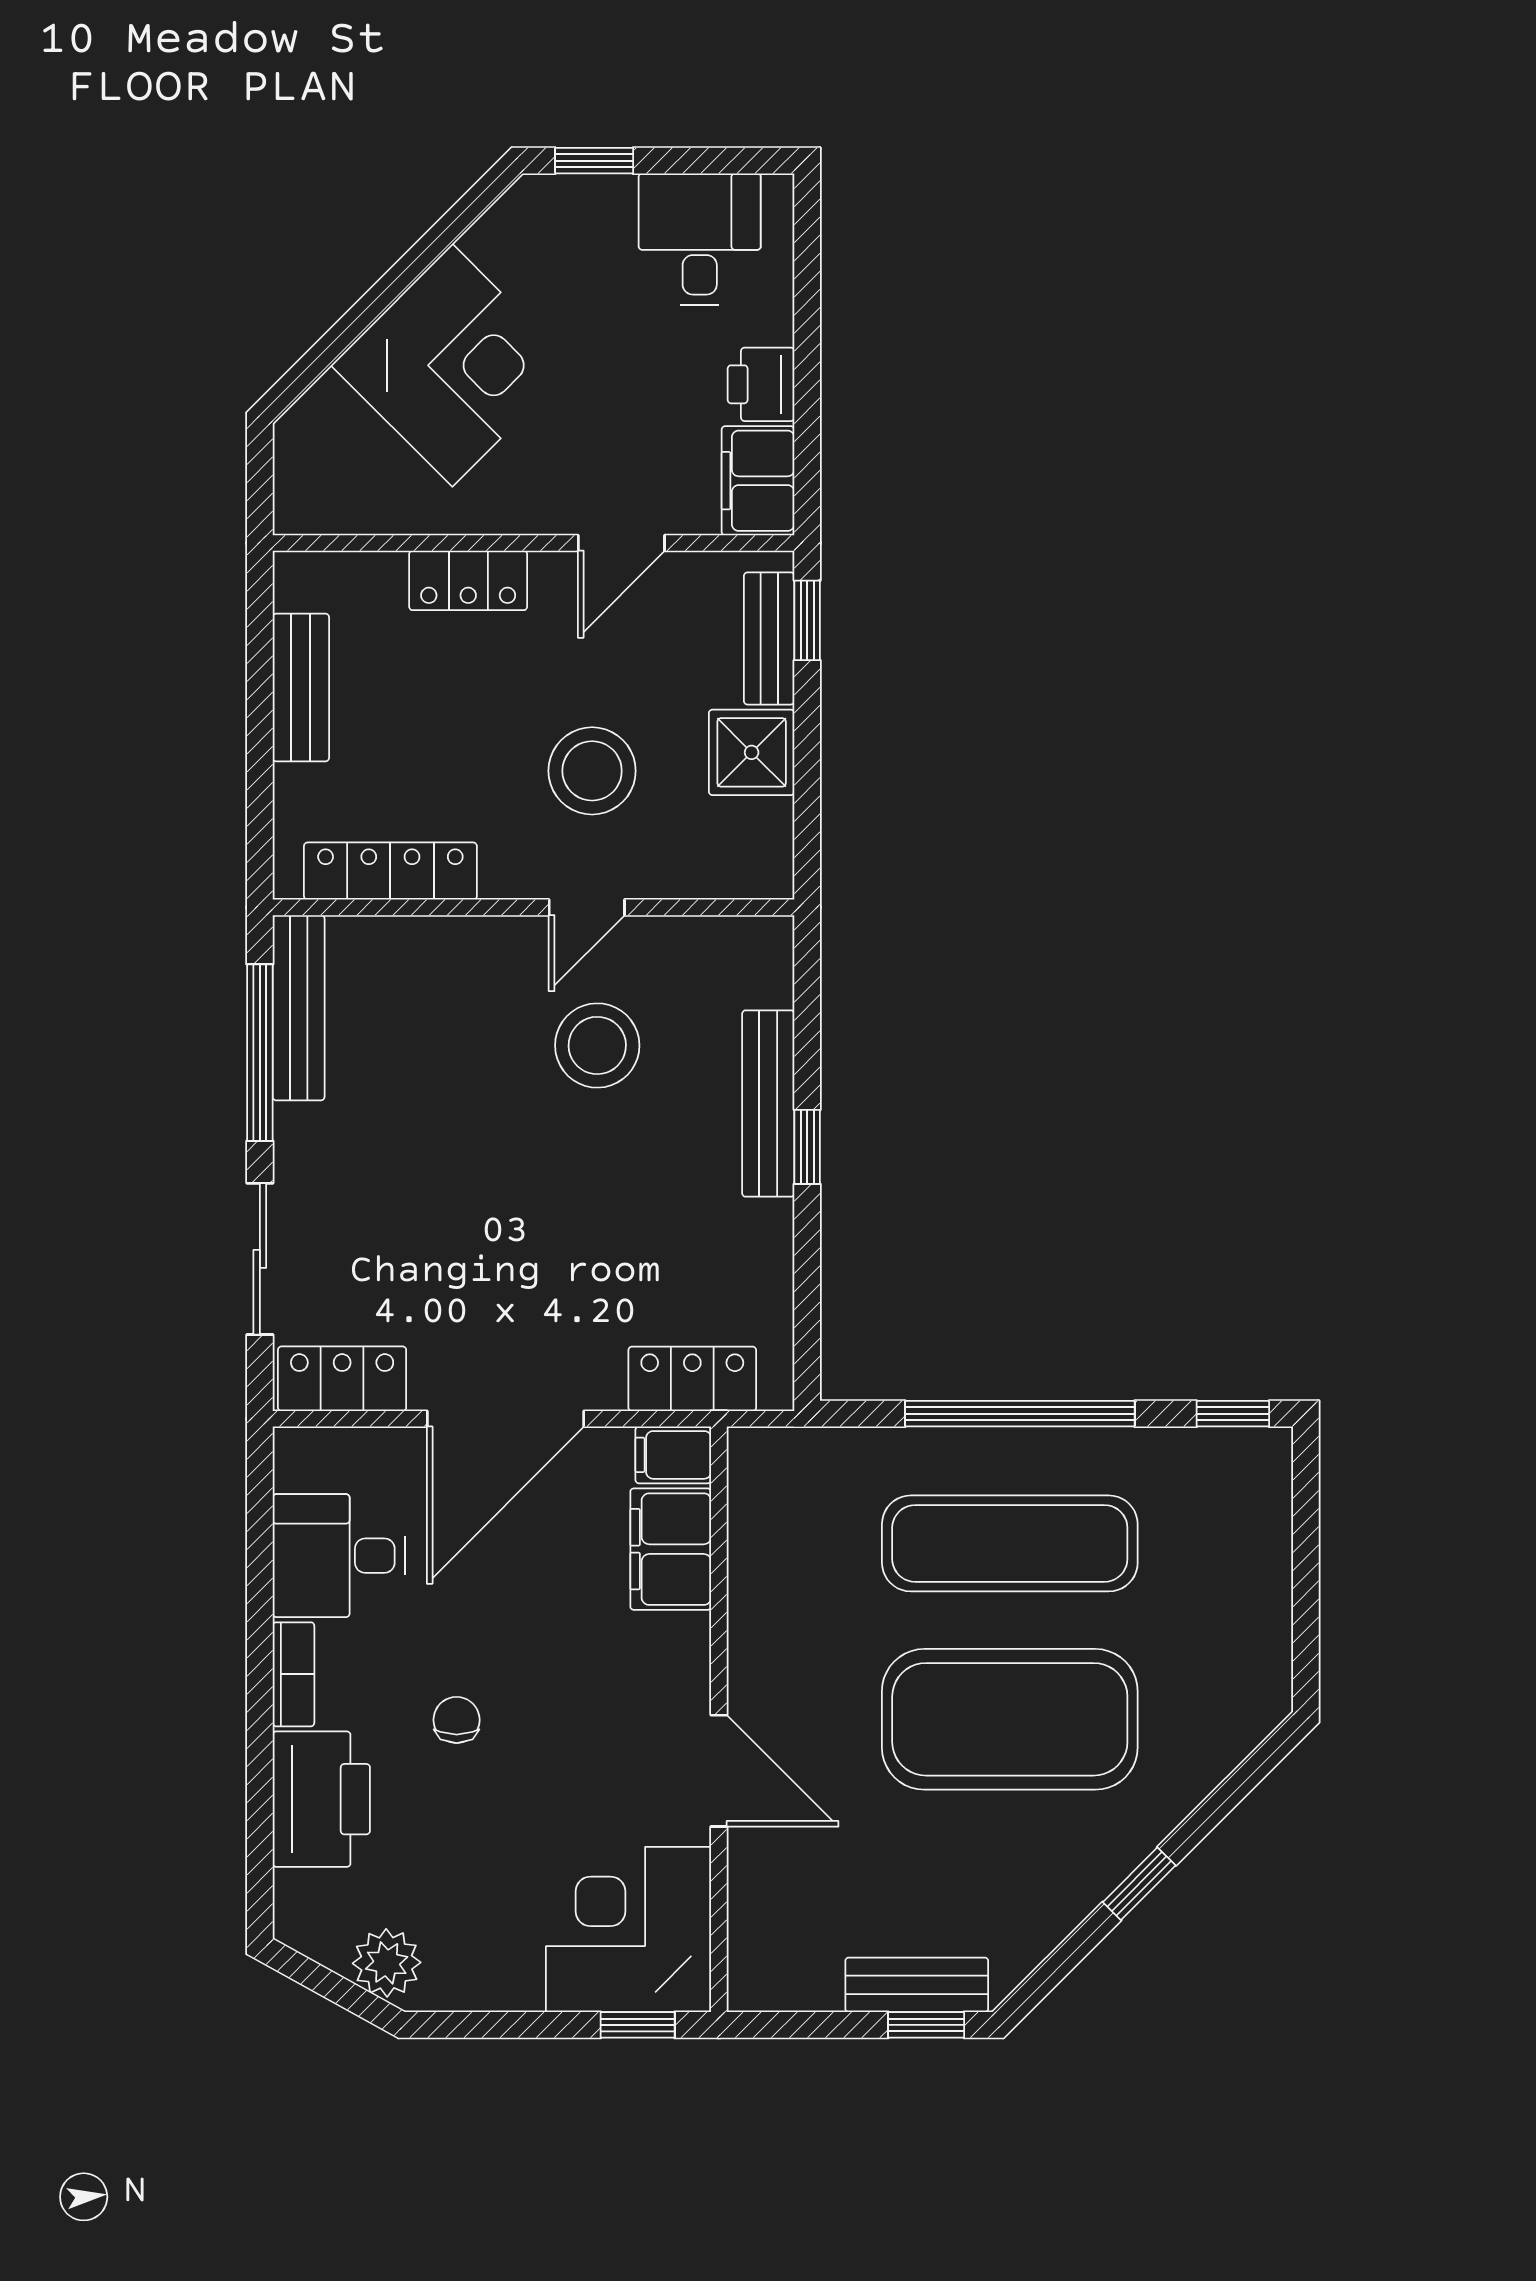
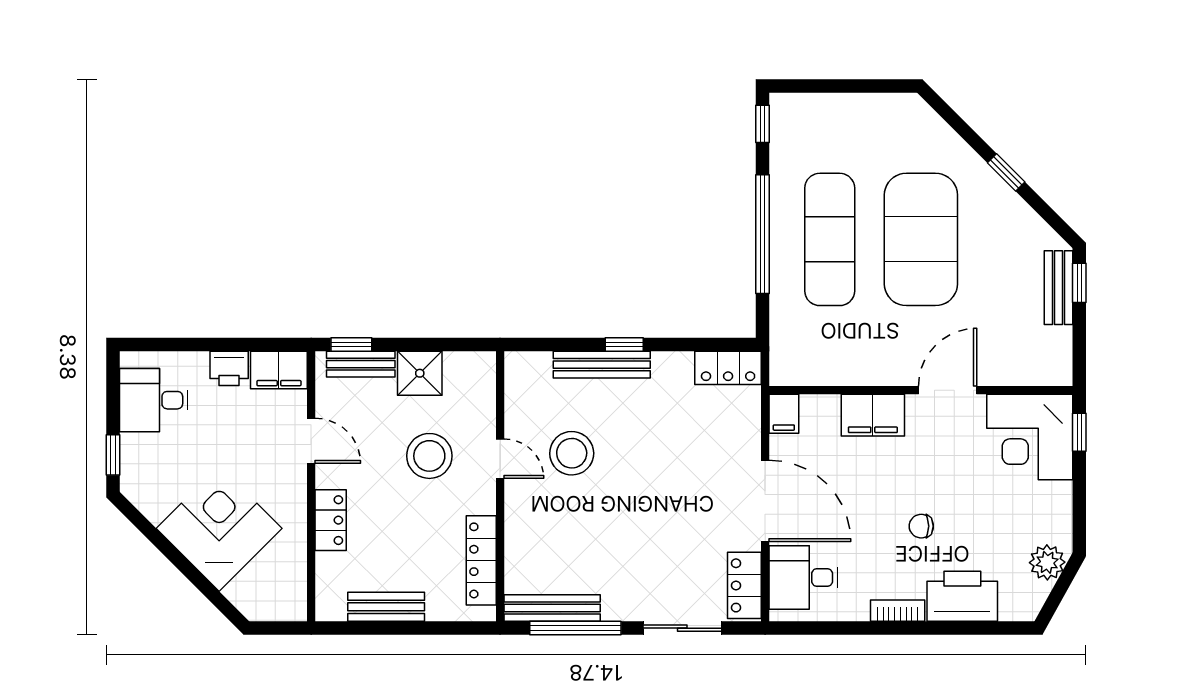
locker: (692, 1379) -> (728, 368), moved, turned -90
filing cabinet: (671, 1549) -> (873, 415), moved
desk: (339, 1556) -> (804, 578), moved, turned 90

